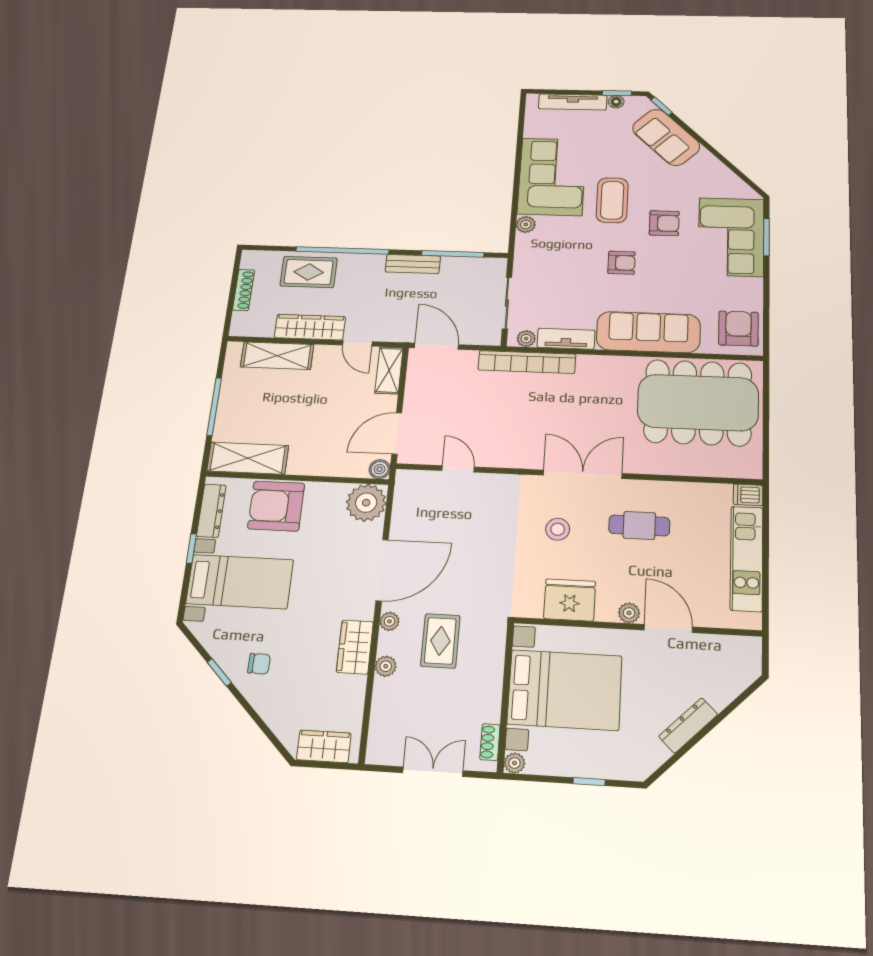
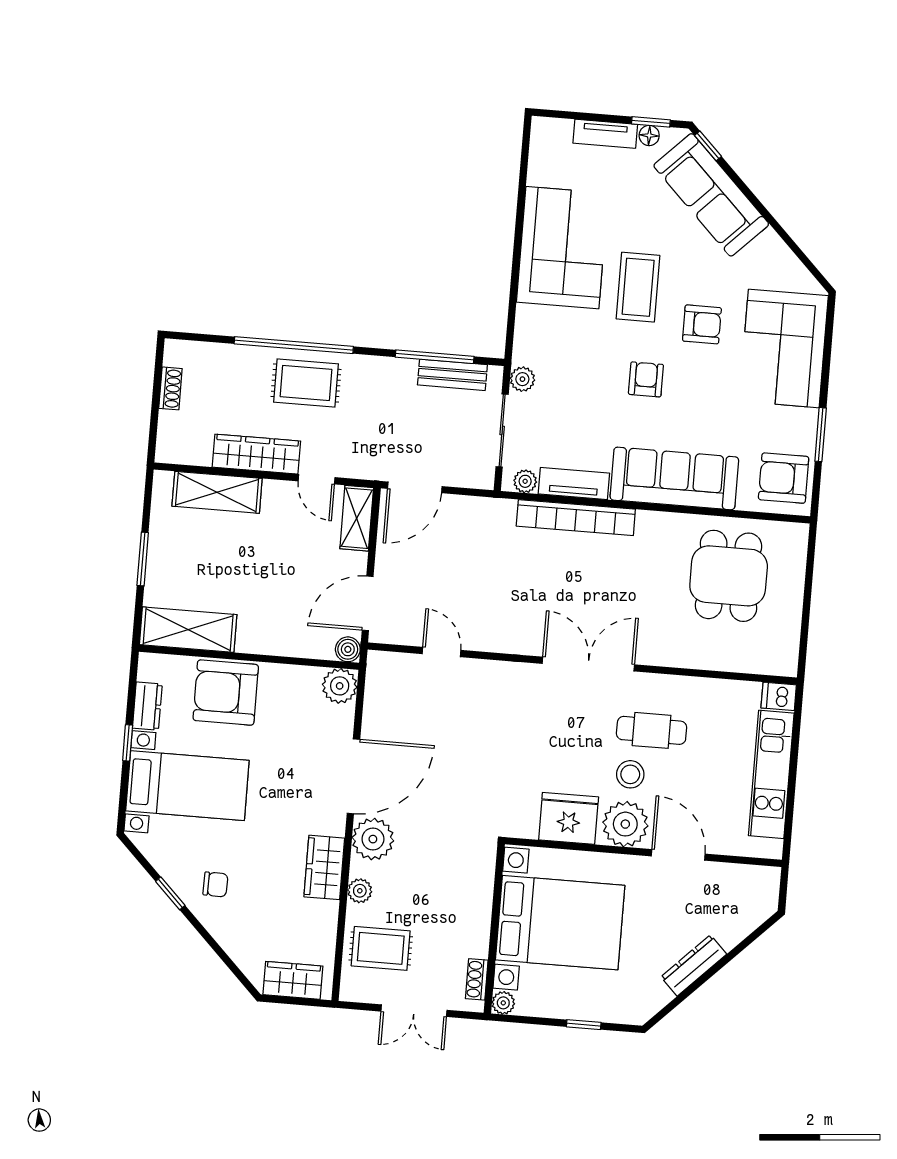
tv unit: (573, 102) -> (605, 134), width x0.71
sofa: (666, 137) -> (711, 195), width x1.36
plant: (526, 224) -> (522, 379), moved
window: (766, 237) -> (821, 435), moved
armchair: (621, 263) -> (646, 379), turned -90
bench: (413, 264) -> (452, 375), moved
rug: (309, 272) -> (306, 383), moved
shoe rack: (244, 290) -> (170, 388), width x0.70
armchair: (738, 328) -> (784, 478), turned -90
door: (437, 346) -> (415, 487), swing flipped
bookcase: (527, 362) -> (576, 518), moved
dining table: (698, 403) -> (729, 576), width x0.53, depth x0.80
window: (214, 406) -> (143, 559), width x0.69
plant: (366, 503) -> (340, 686), width x0.73, depth x0.73
dresser: (211, 511) -> (147, 706), width x0.70
stool: (558, 529) -> (630, 774), moved
plant: (629, 613) -> (625, 824), width x1.87, depth x1.87
plant: (389, 621) -> (373, 839), width x1.88, depth x1.88
rug: (440, 641) -> (381, 948), moved, turned 90
double door: (433, 772) -> (414, 1011), swing flipped

